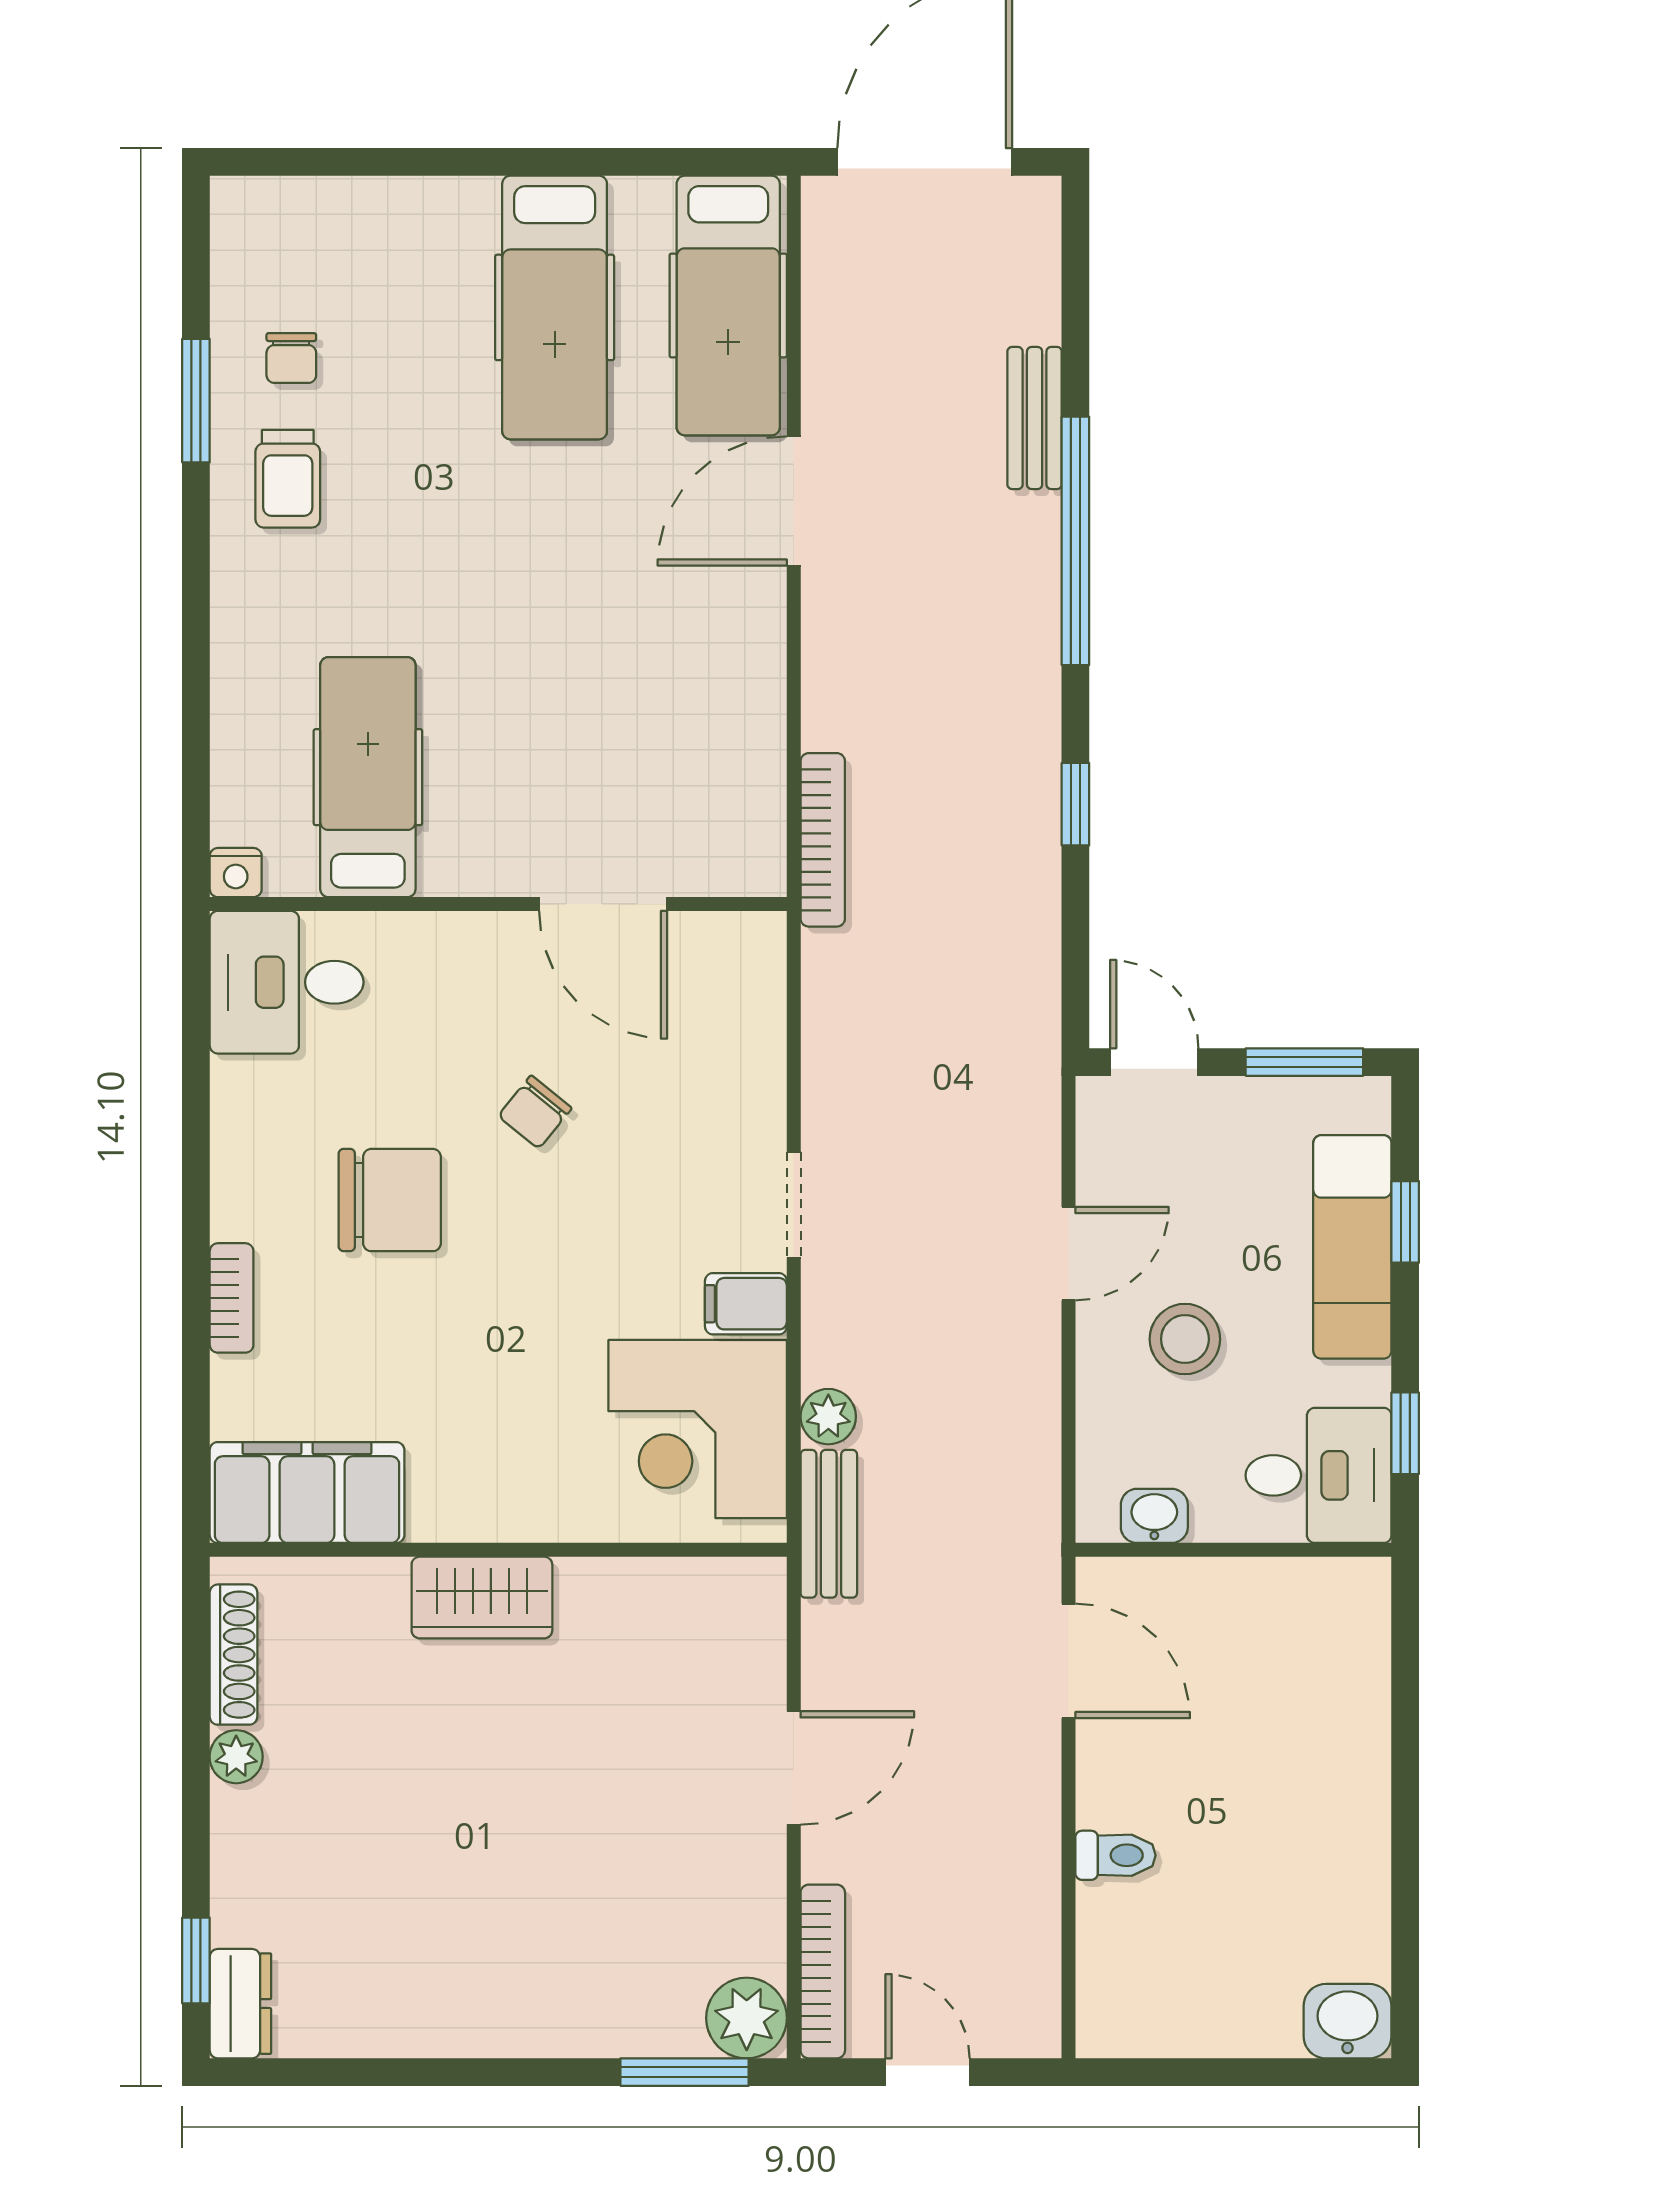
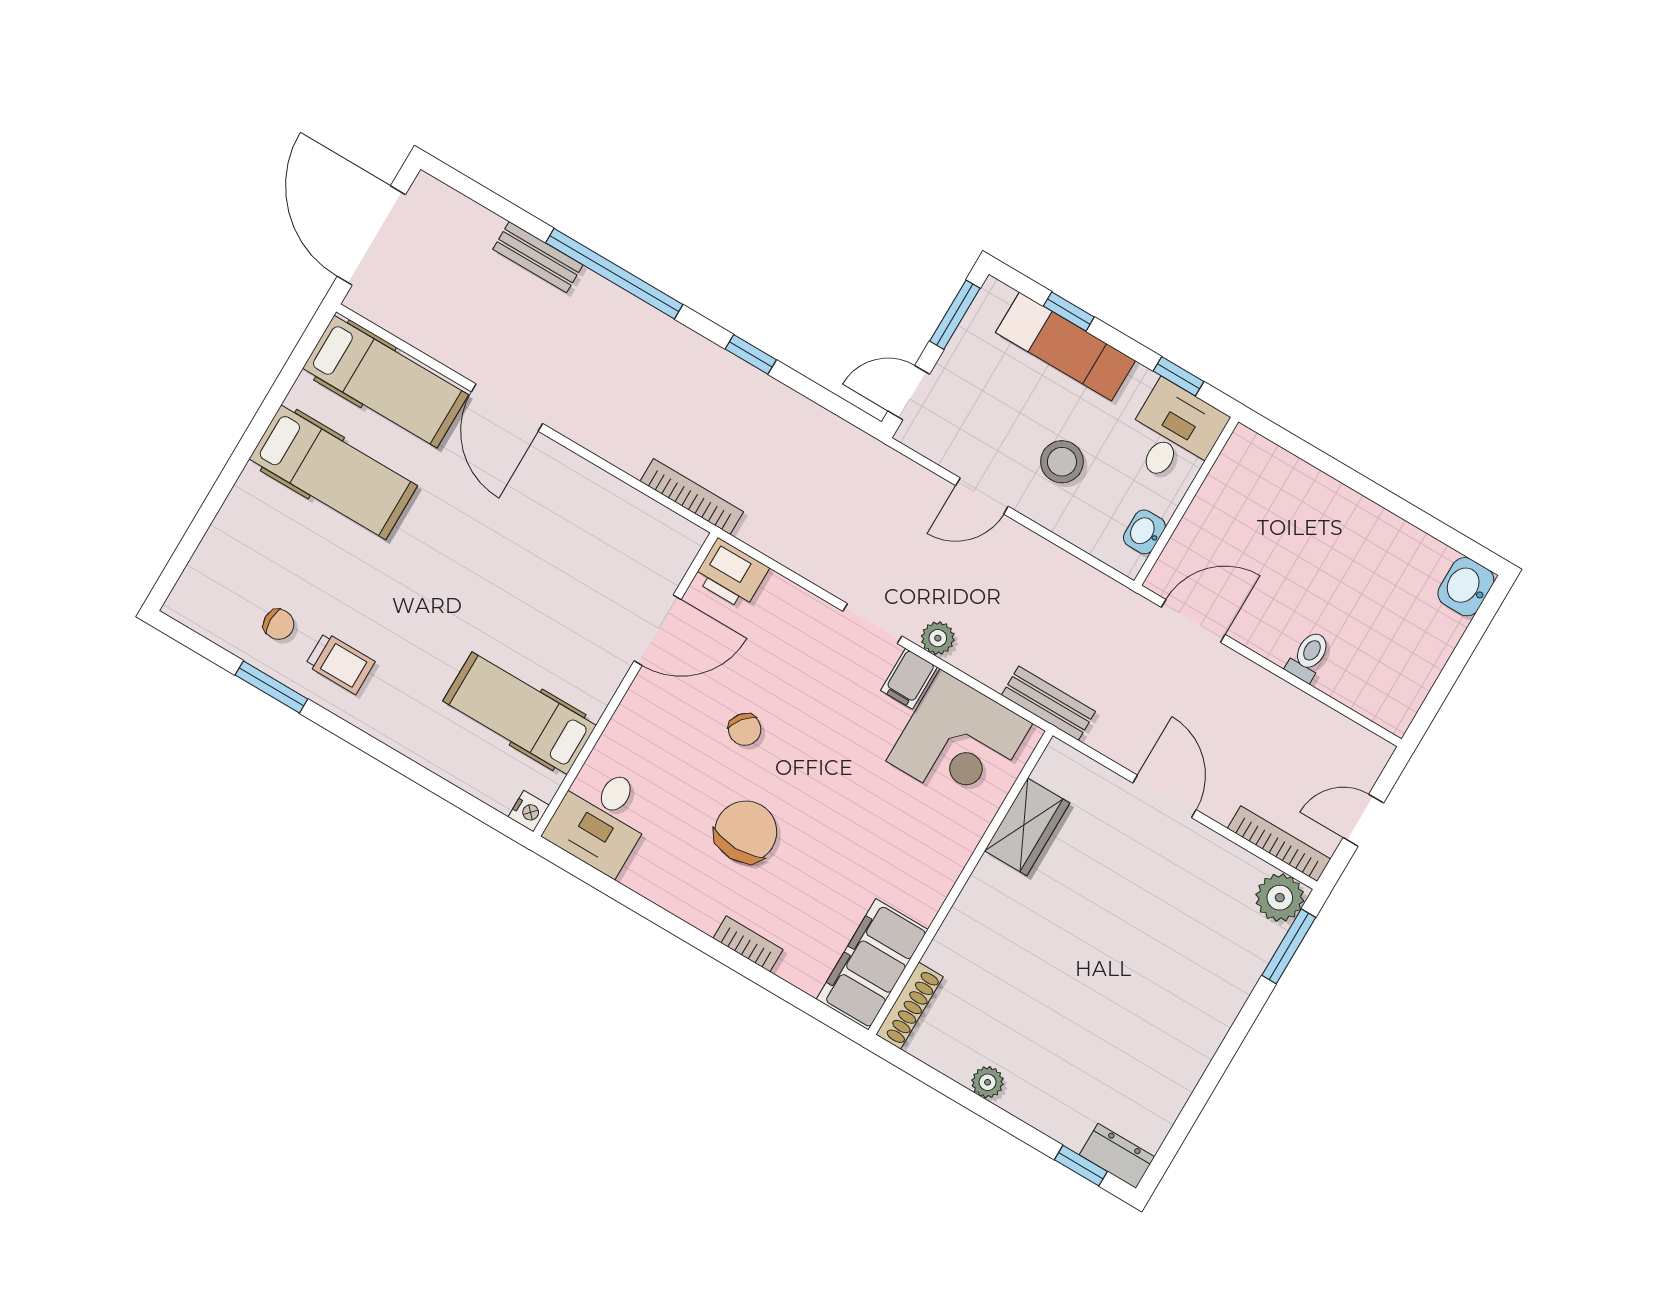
printer: (745, 961) -> (731, 574), added
door: (1069, 1254) -> (982, 496), swing flipped
plant: (828, 1417) -> (938, 638), moved
wardrobe: (482, 1598) -> (1027, 827), moved
shoe rack: (233, 1655) -> (910, 1006), moved, turned 90

